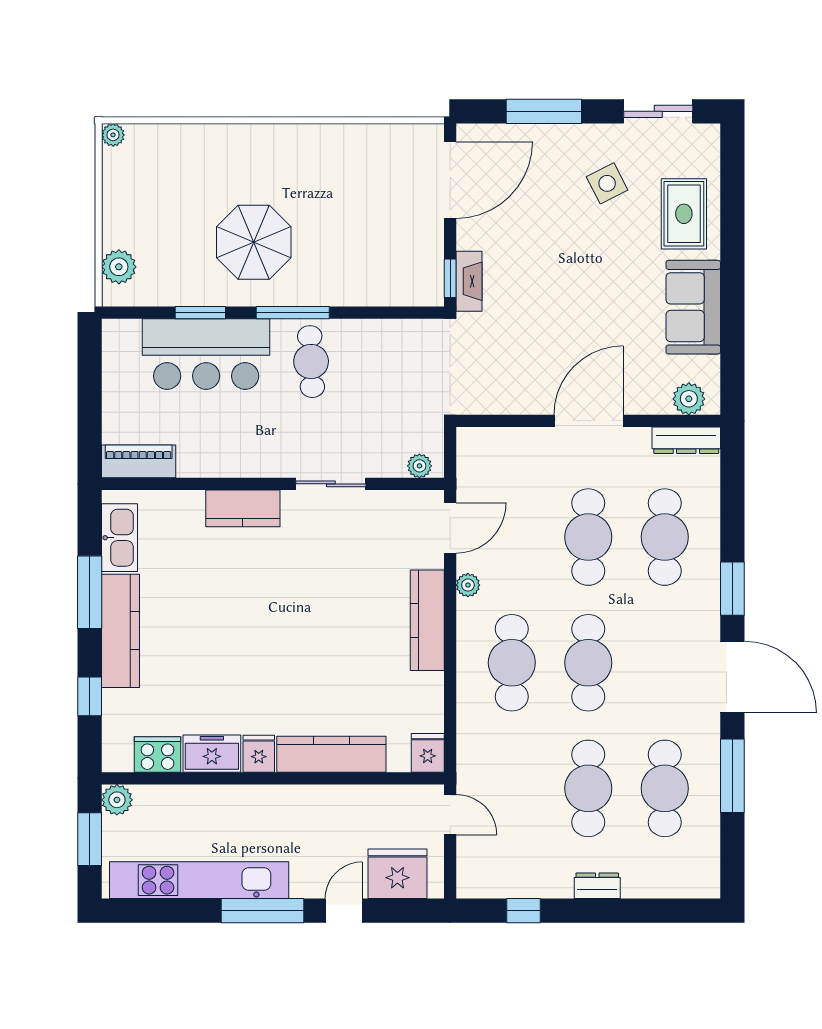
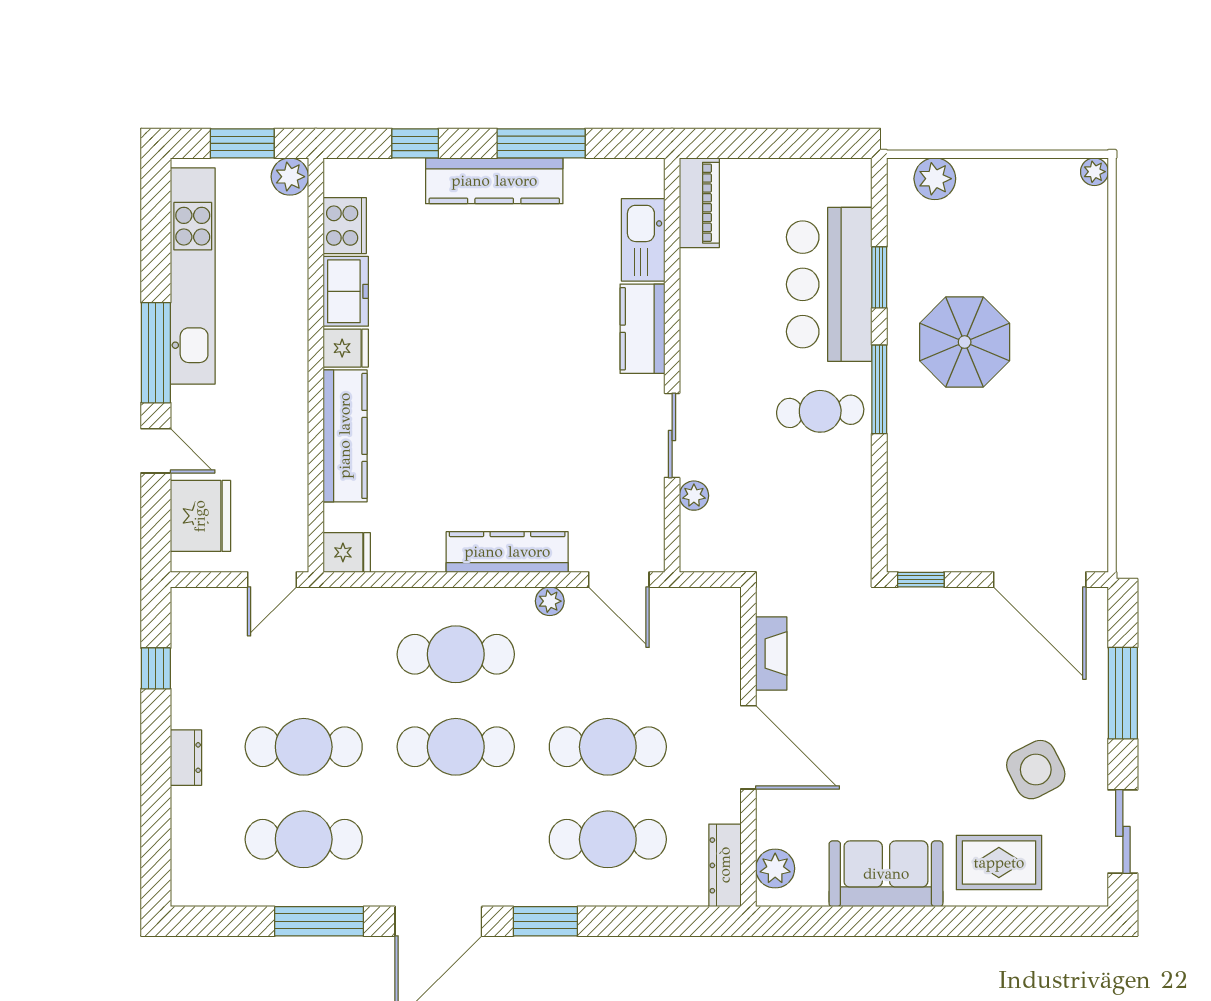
side table: (607, 183) -> (1036, 770), width x1.37, depth x1.37
fireplace: (469, 281) -> (771, 654), moved, turned -90
plant: (419, 466) -> (694, 496), moved
kitchen sink: (120, 538) -> (643, 240), moved, turned 90

